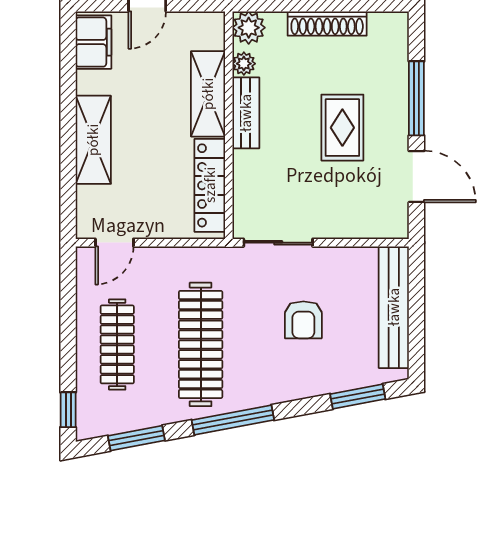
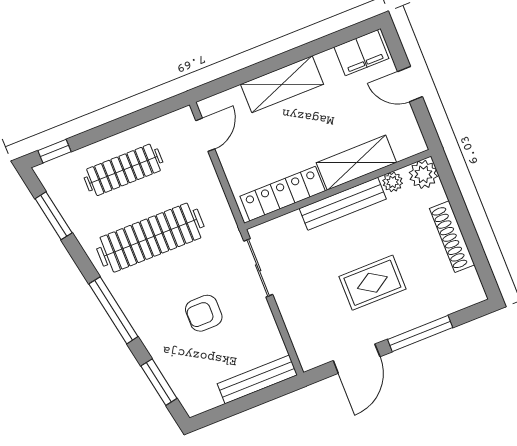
bench: (246, 113) -> (343, 204), width x1.36
door: (114, 243) -> (205, 135), swing flipped
bench: (394, 307) -> (257, 379), width x0.73, depth x0.82
window: (233, 420) -> (113, 310), moved

